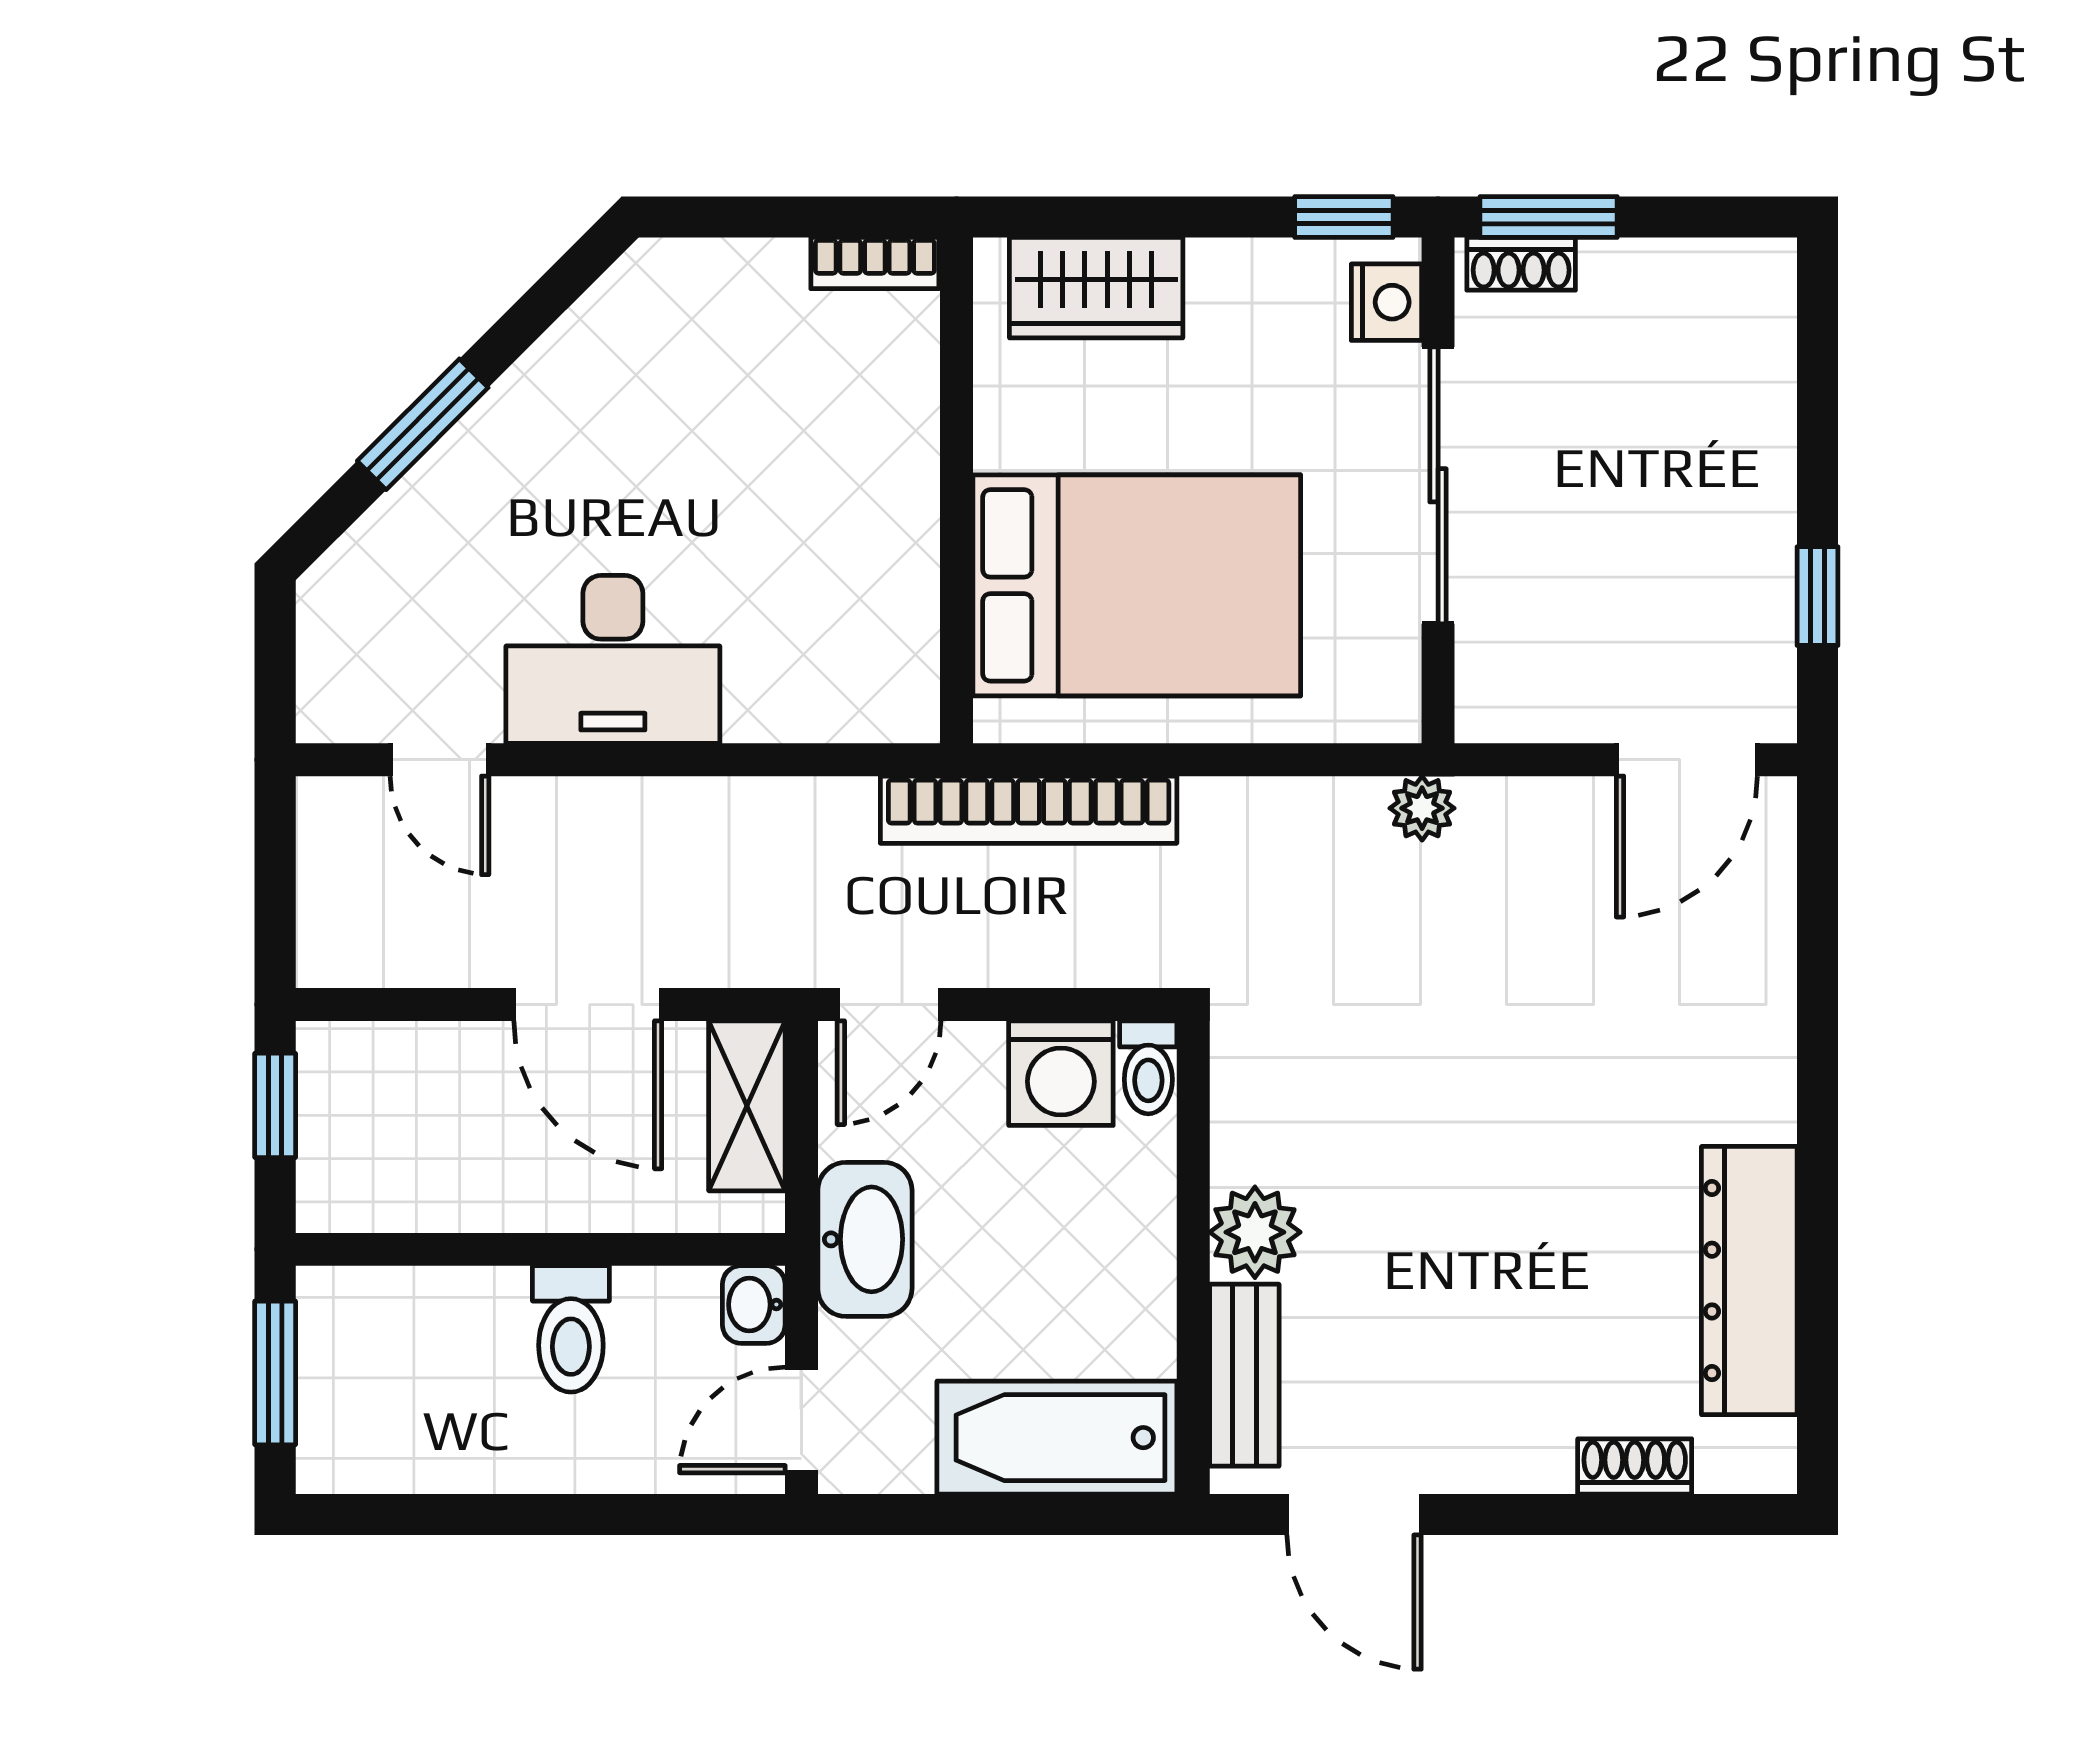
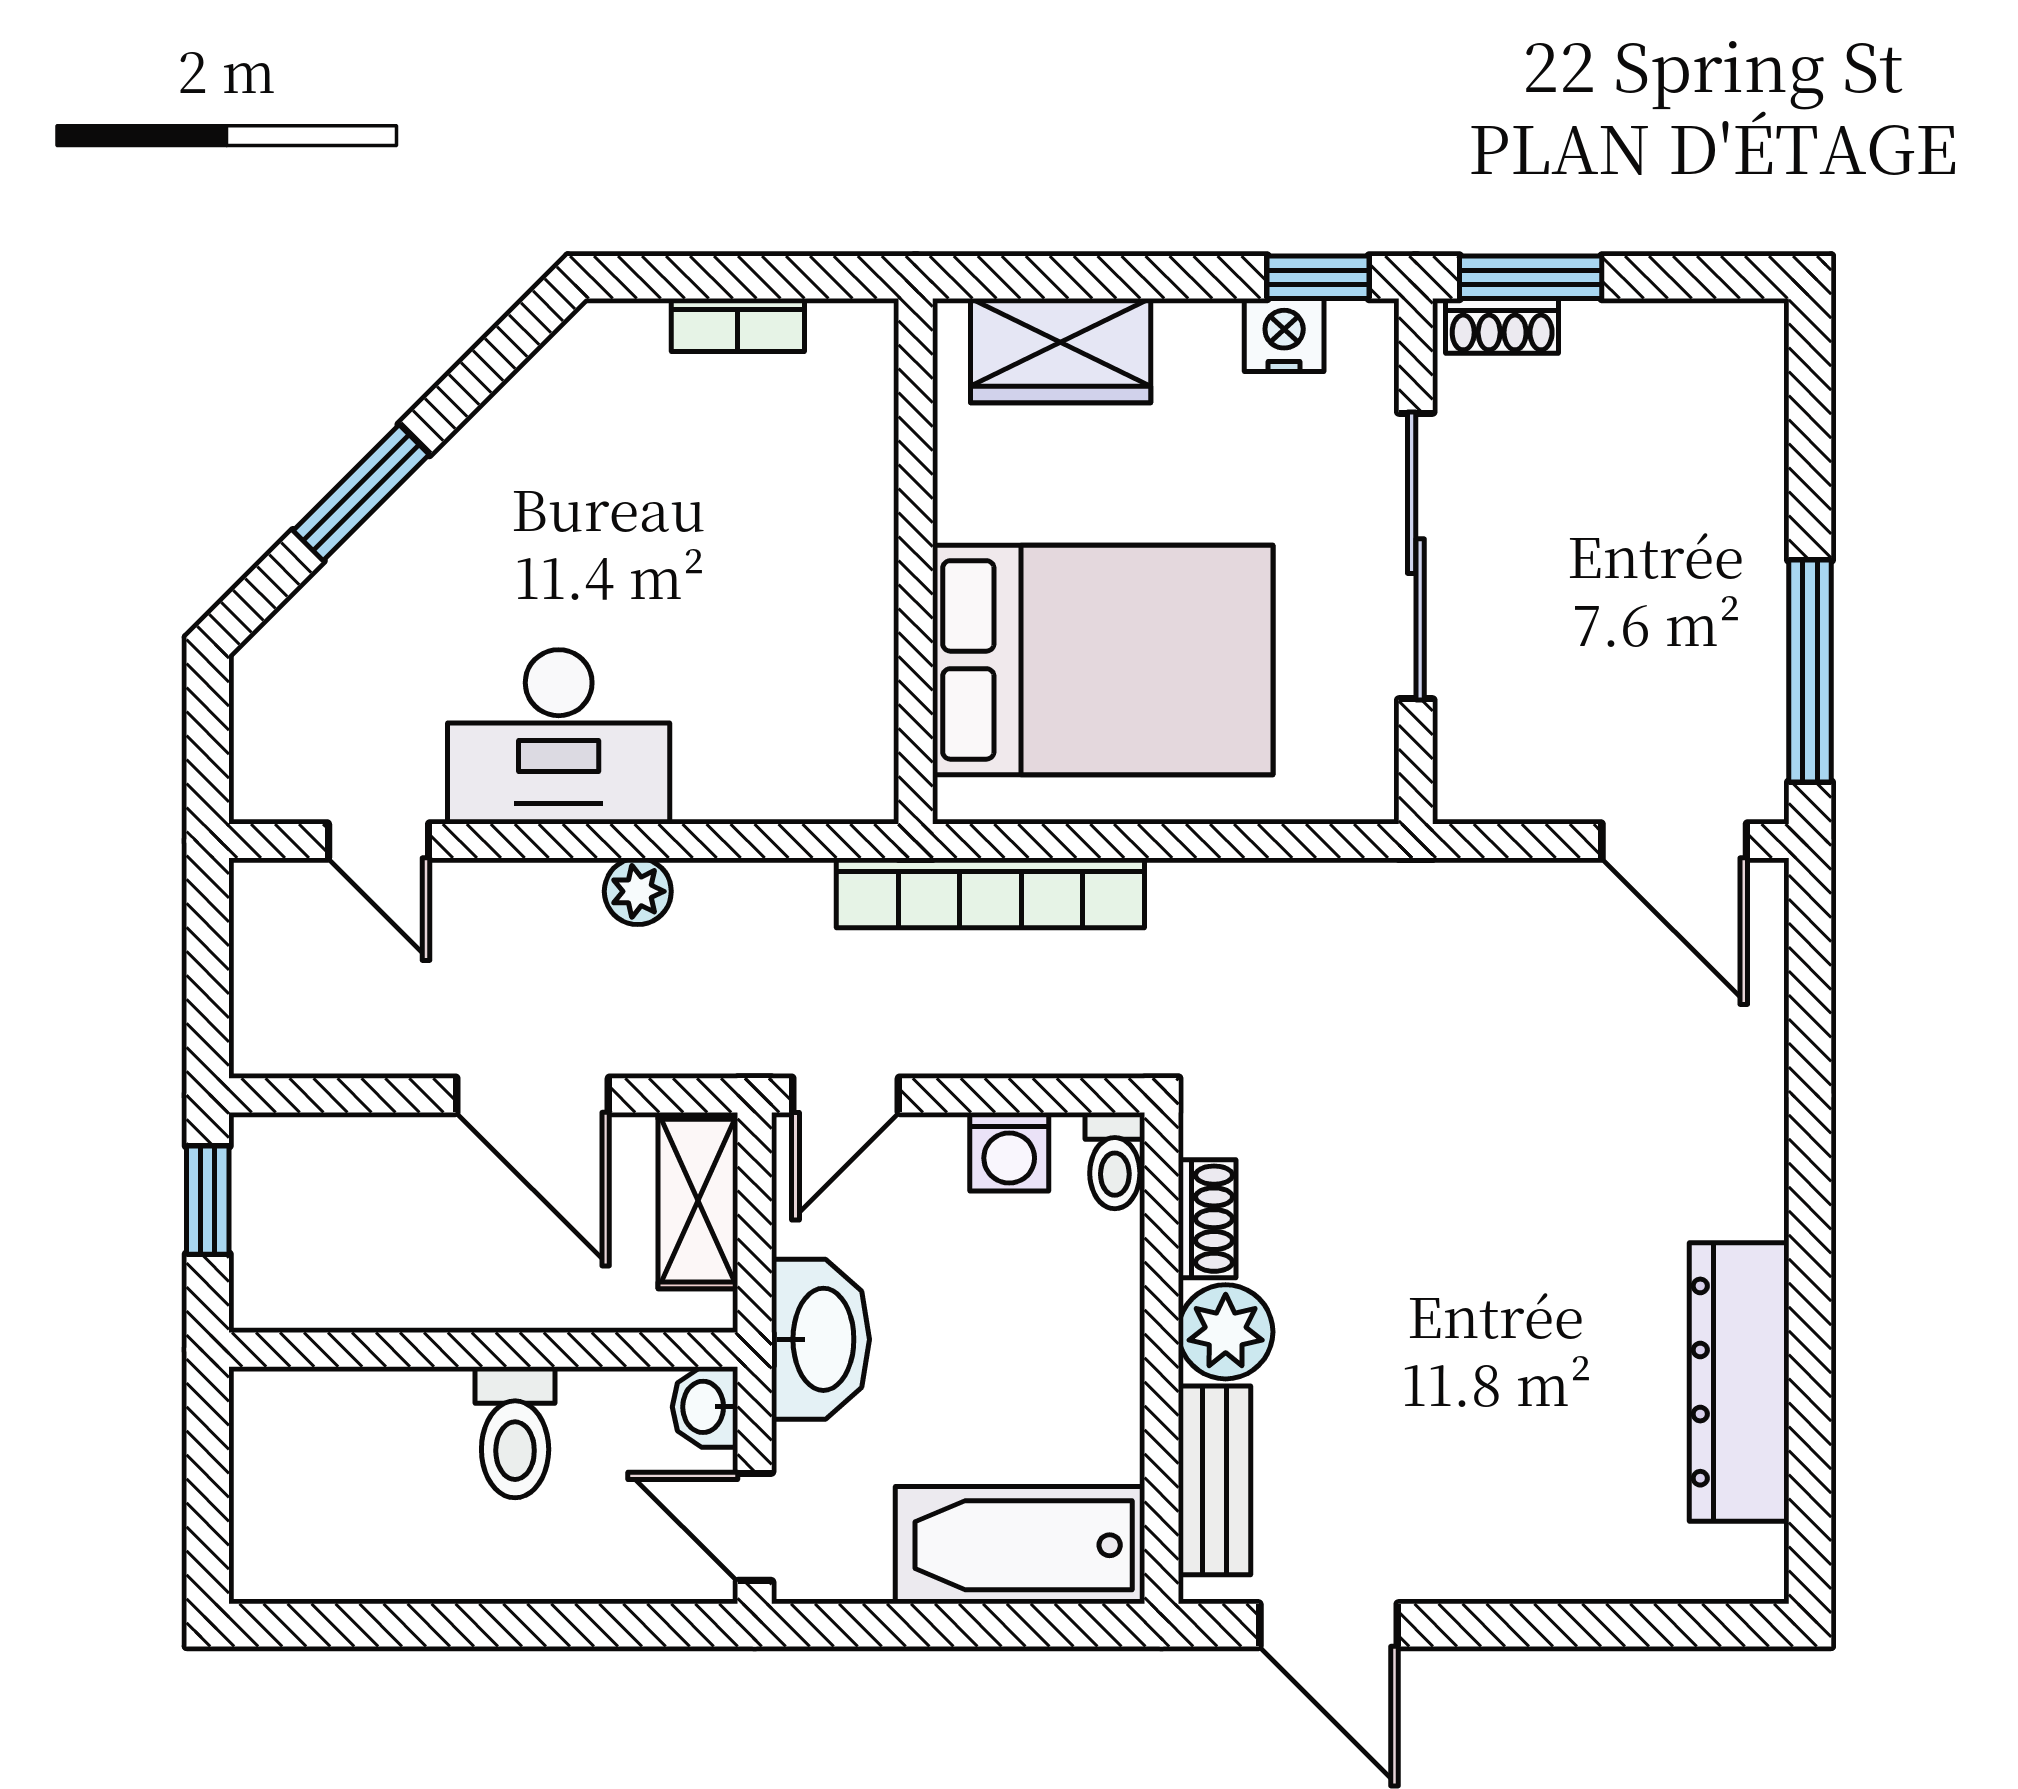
bookcase: (875, 263) -> (738, 325), moved
nightstand: (1387, 302) -> (1284, 335), moved, turned -90
window: (1818, 596) -> (1810, 671), width x2.17
door: (1687, 760) -> (1674, 841), hinge flipped
plant: (1422, 808) -> (638, 891), moved
washing machine: (1061, 1073) -> (1009, 1152), width x0.73, depth x0.73
window: (275, 1373) -> (208, 1478), removed
door: (801, 1420) -> (755, 1527), hinge flipped
shoe rack: (1635, 1467) -> (1207, 1219), moved, turned 90

